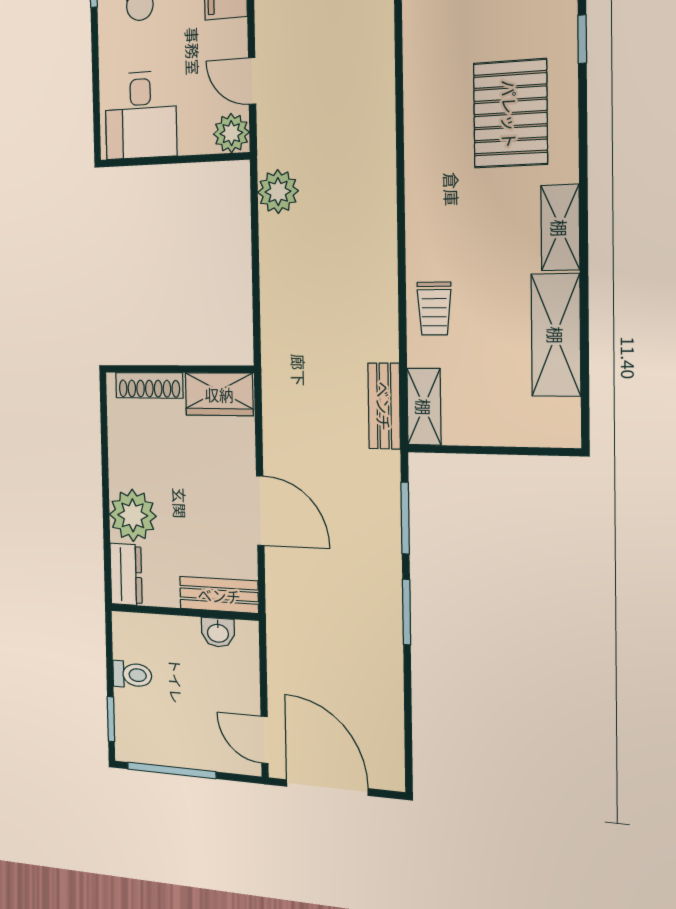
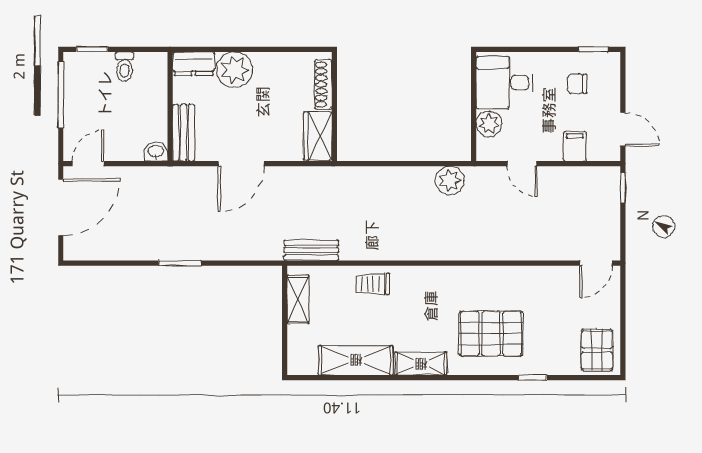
door: (252, 81) -> (522, 164), swing flipped
plant: (231, 133) -> (489, 124), moved
shelving: (424, 407) -> (298, 299), moved, turned 90
window: (405, 518) -> (240, 263), removed
washbasin: (218, 632) -> (156, 152), moved, turned 90

